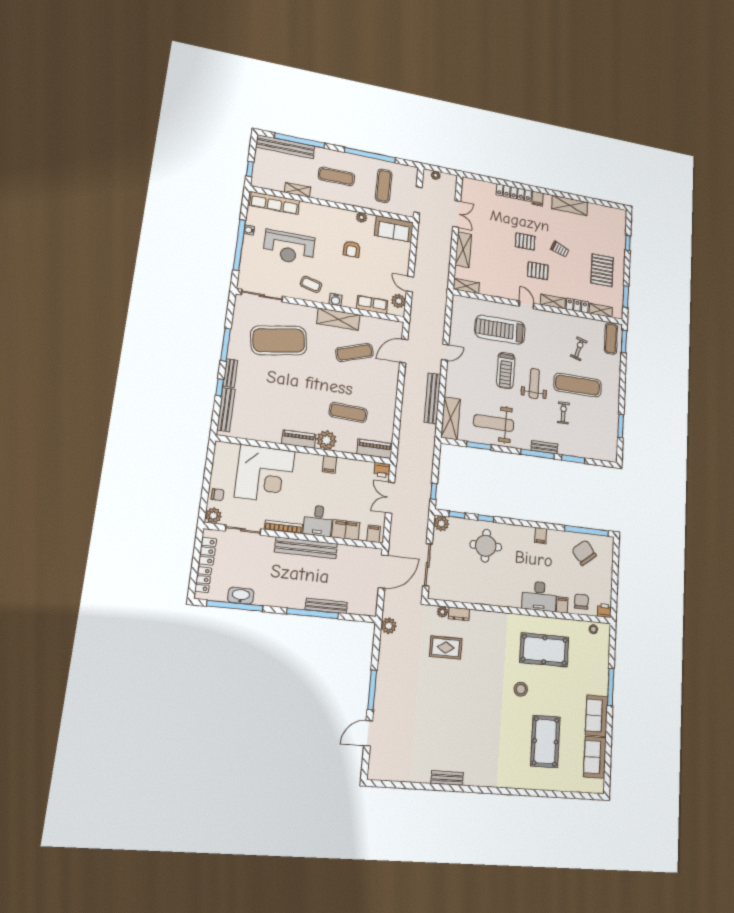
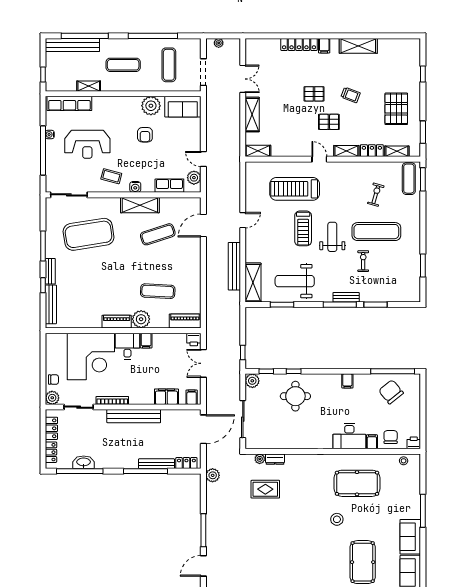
plant: (361, 217) -> (151, 106), width x1.88, depth x1.88
desk: (318, 521) -> (127, 346), moved, turned 180
locker: (361, 609) -> (186, 463), added

